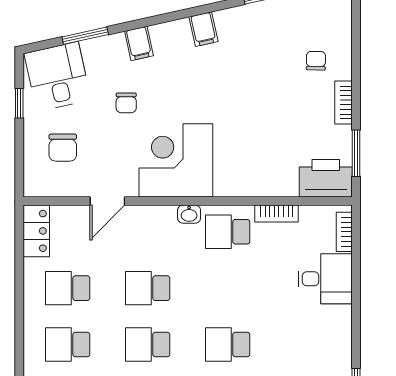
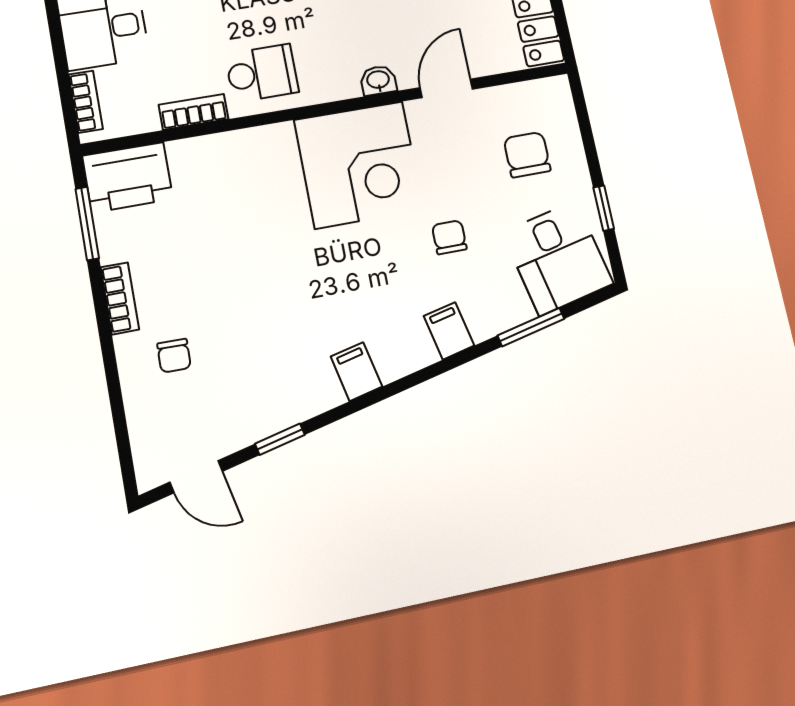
washbasin: (189, 214) -> (378, 80), moved

